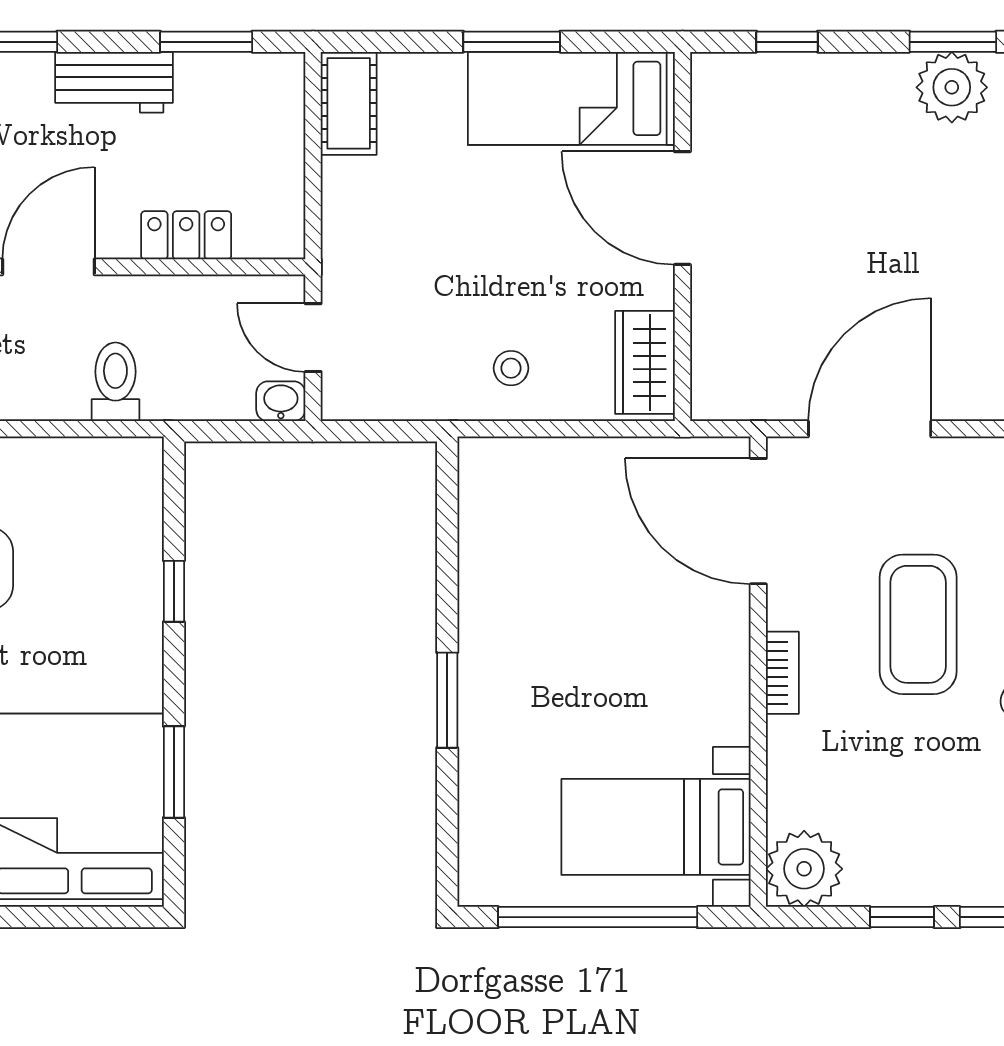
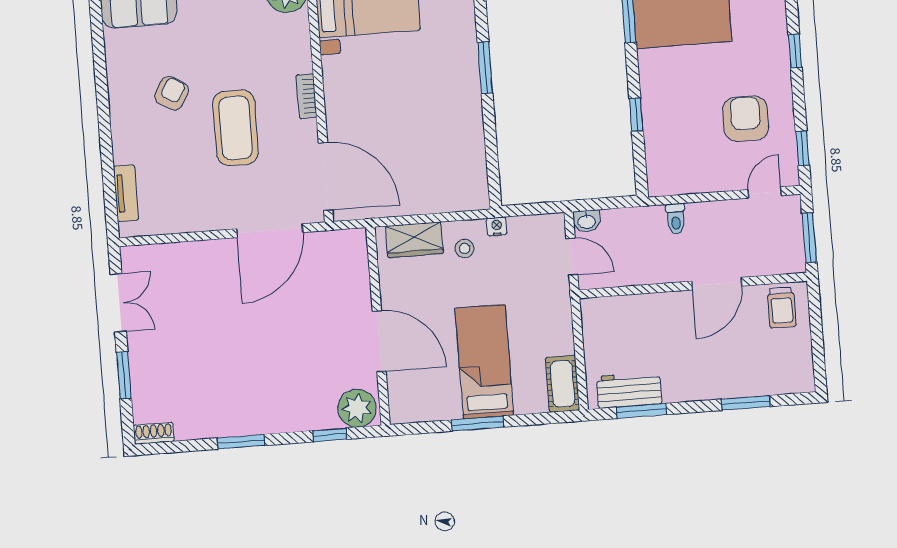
workbench: (114, 82) -> (629, 390), moved
plant: (952, 87) -> (357, 408), moved
bed: (571, 98) -> (484, 362), moved, turned -90
locker: (186, 235) -> (644, 306), removed
wardrobe: (645, 362) -> (414, 240), moved, turned 90
toilet: (115, 382) -> (676, 219), width x0.73, depth x0.72
nightstand: (448, 404) -> (497, 226), added

